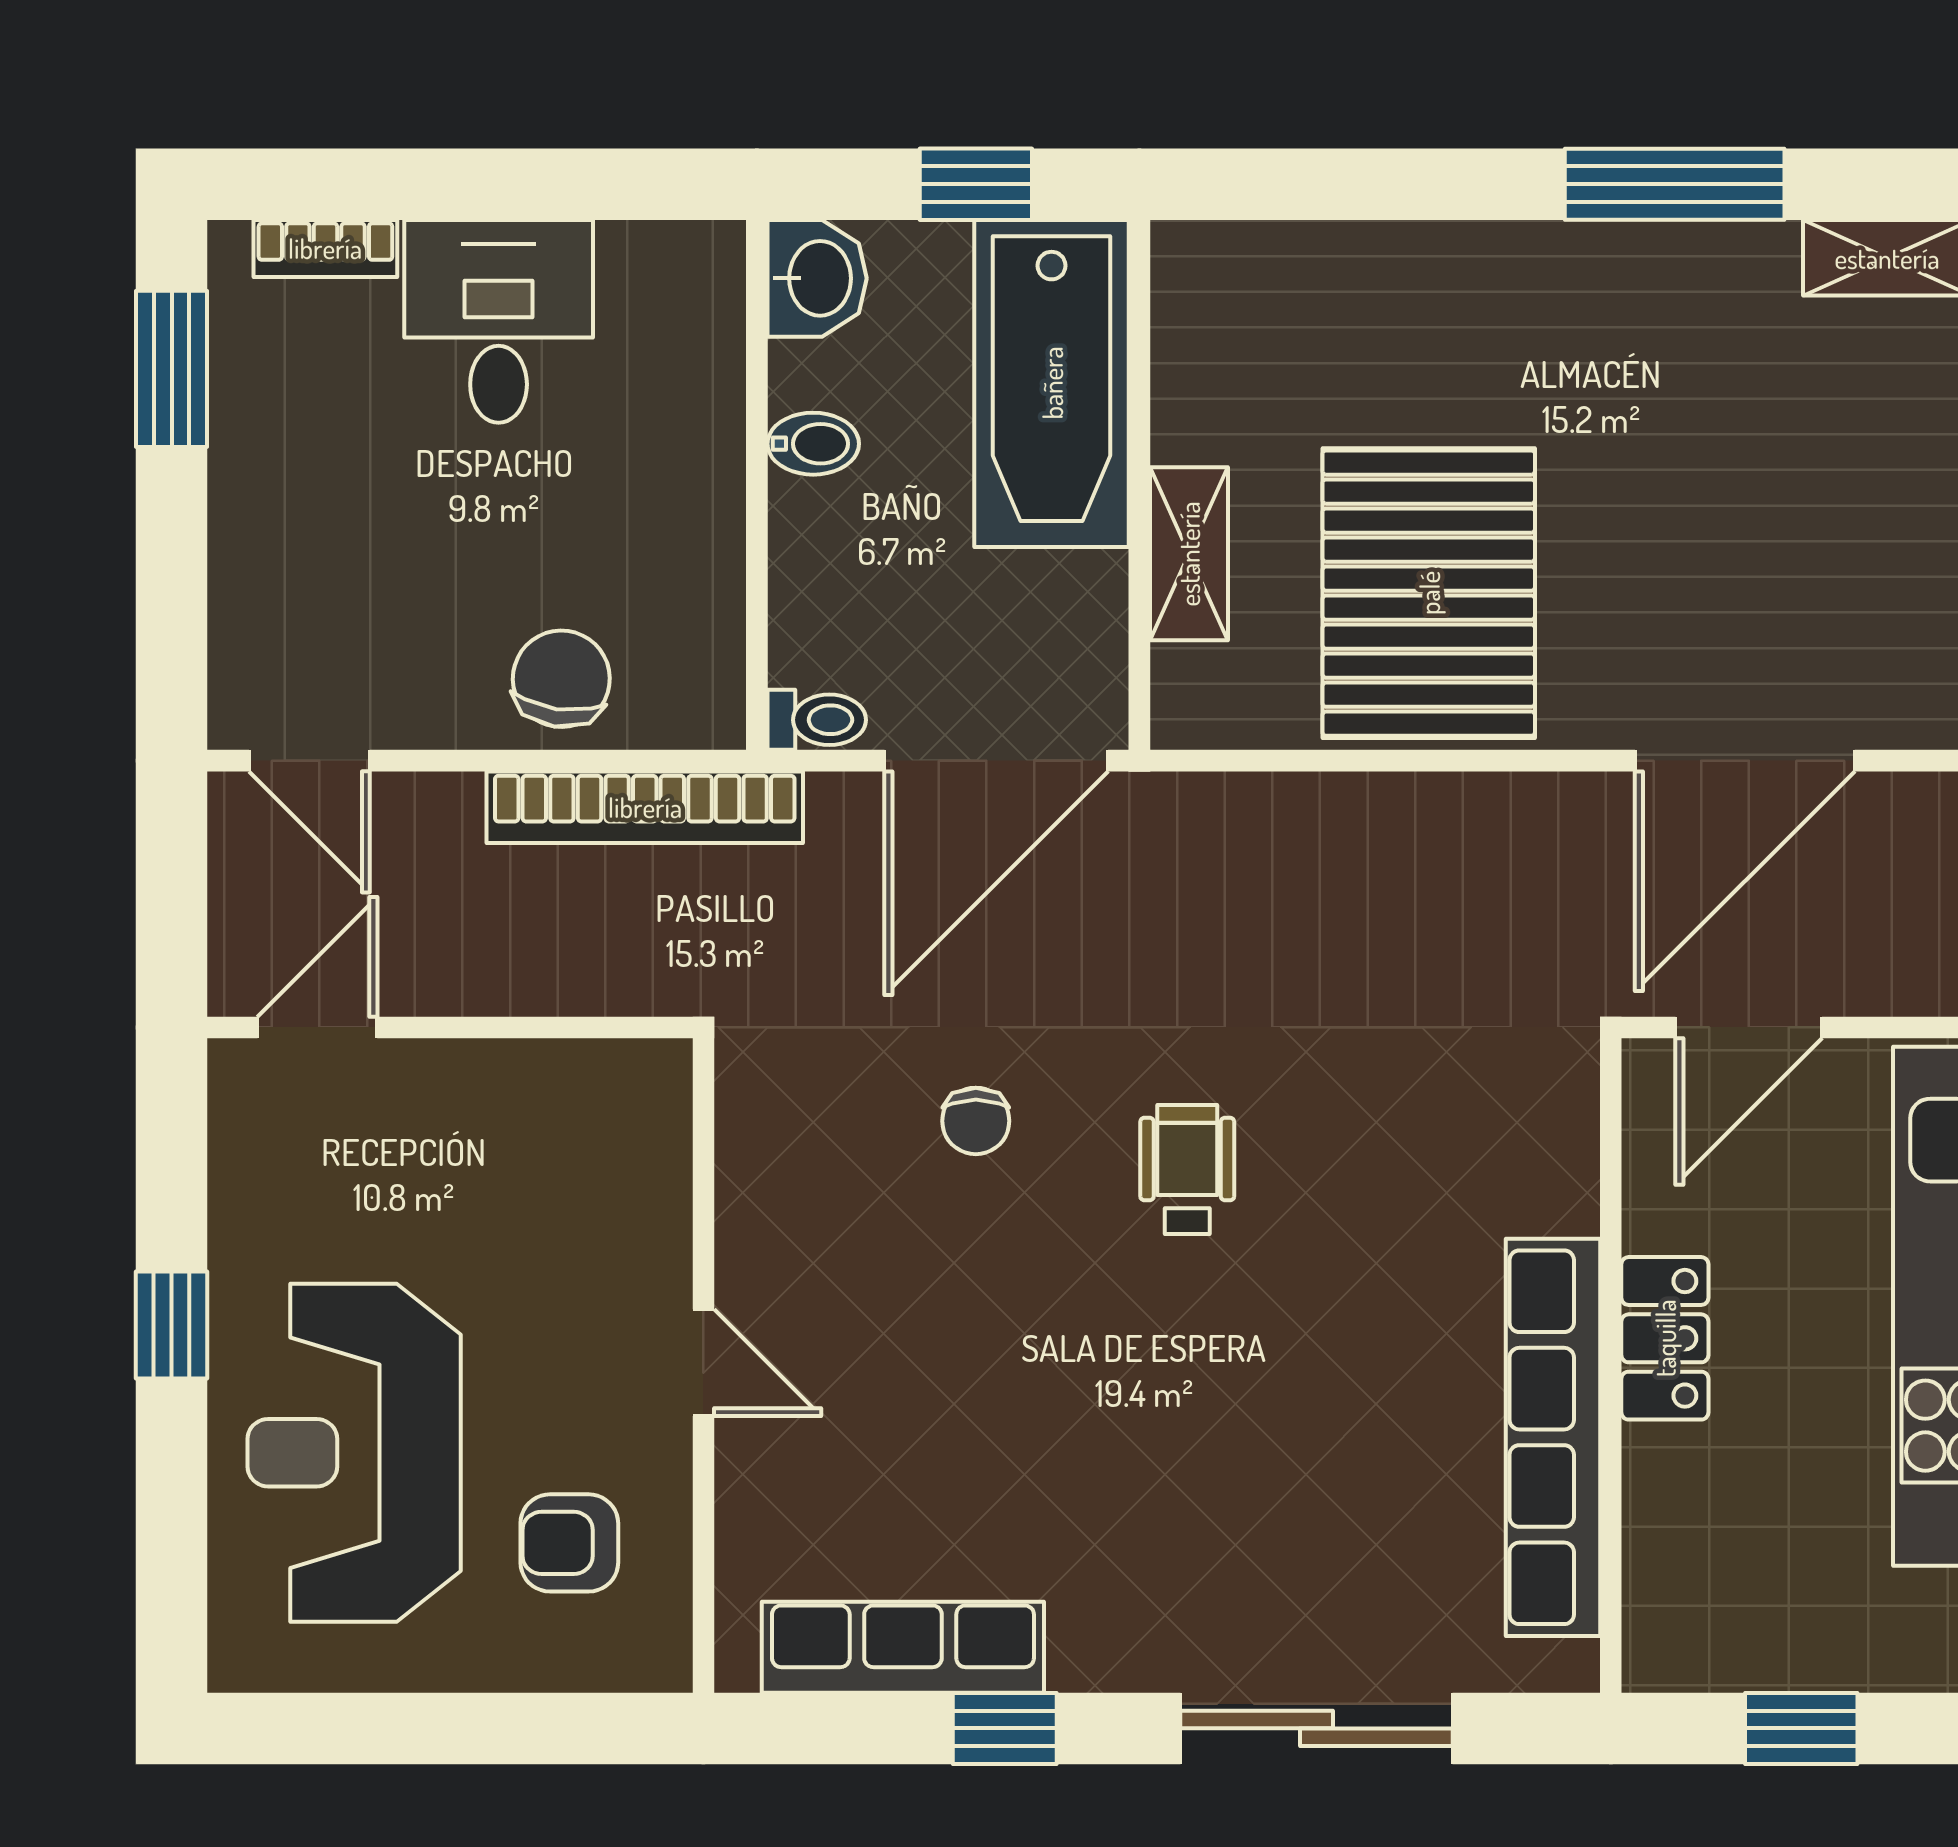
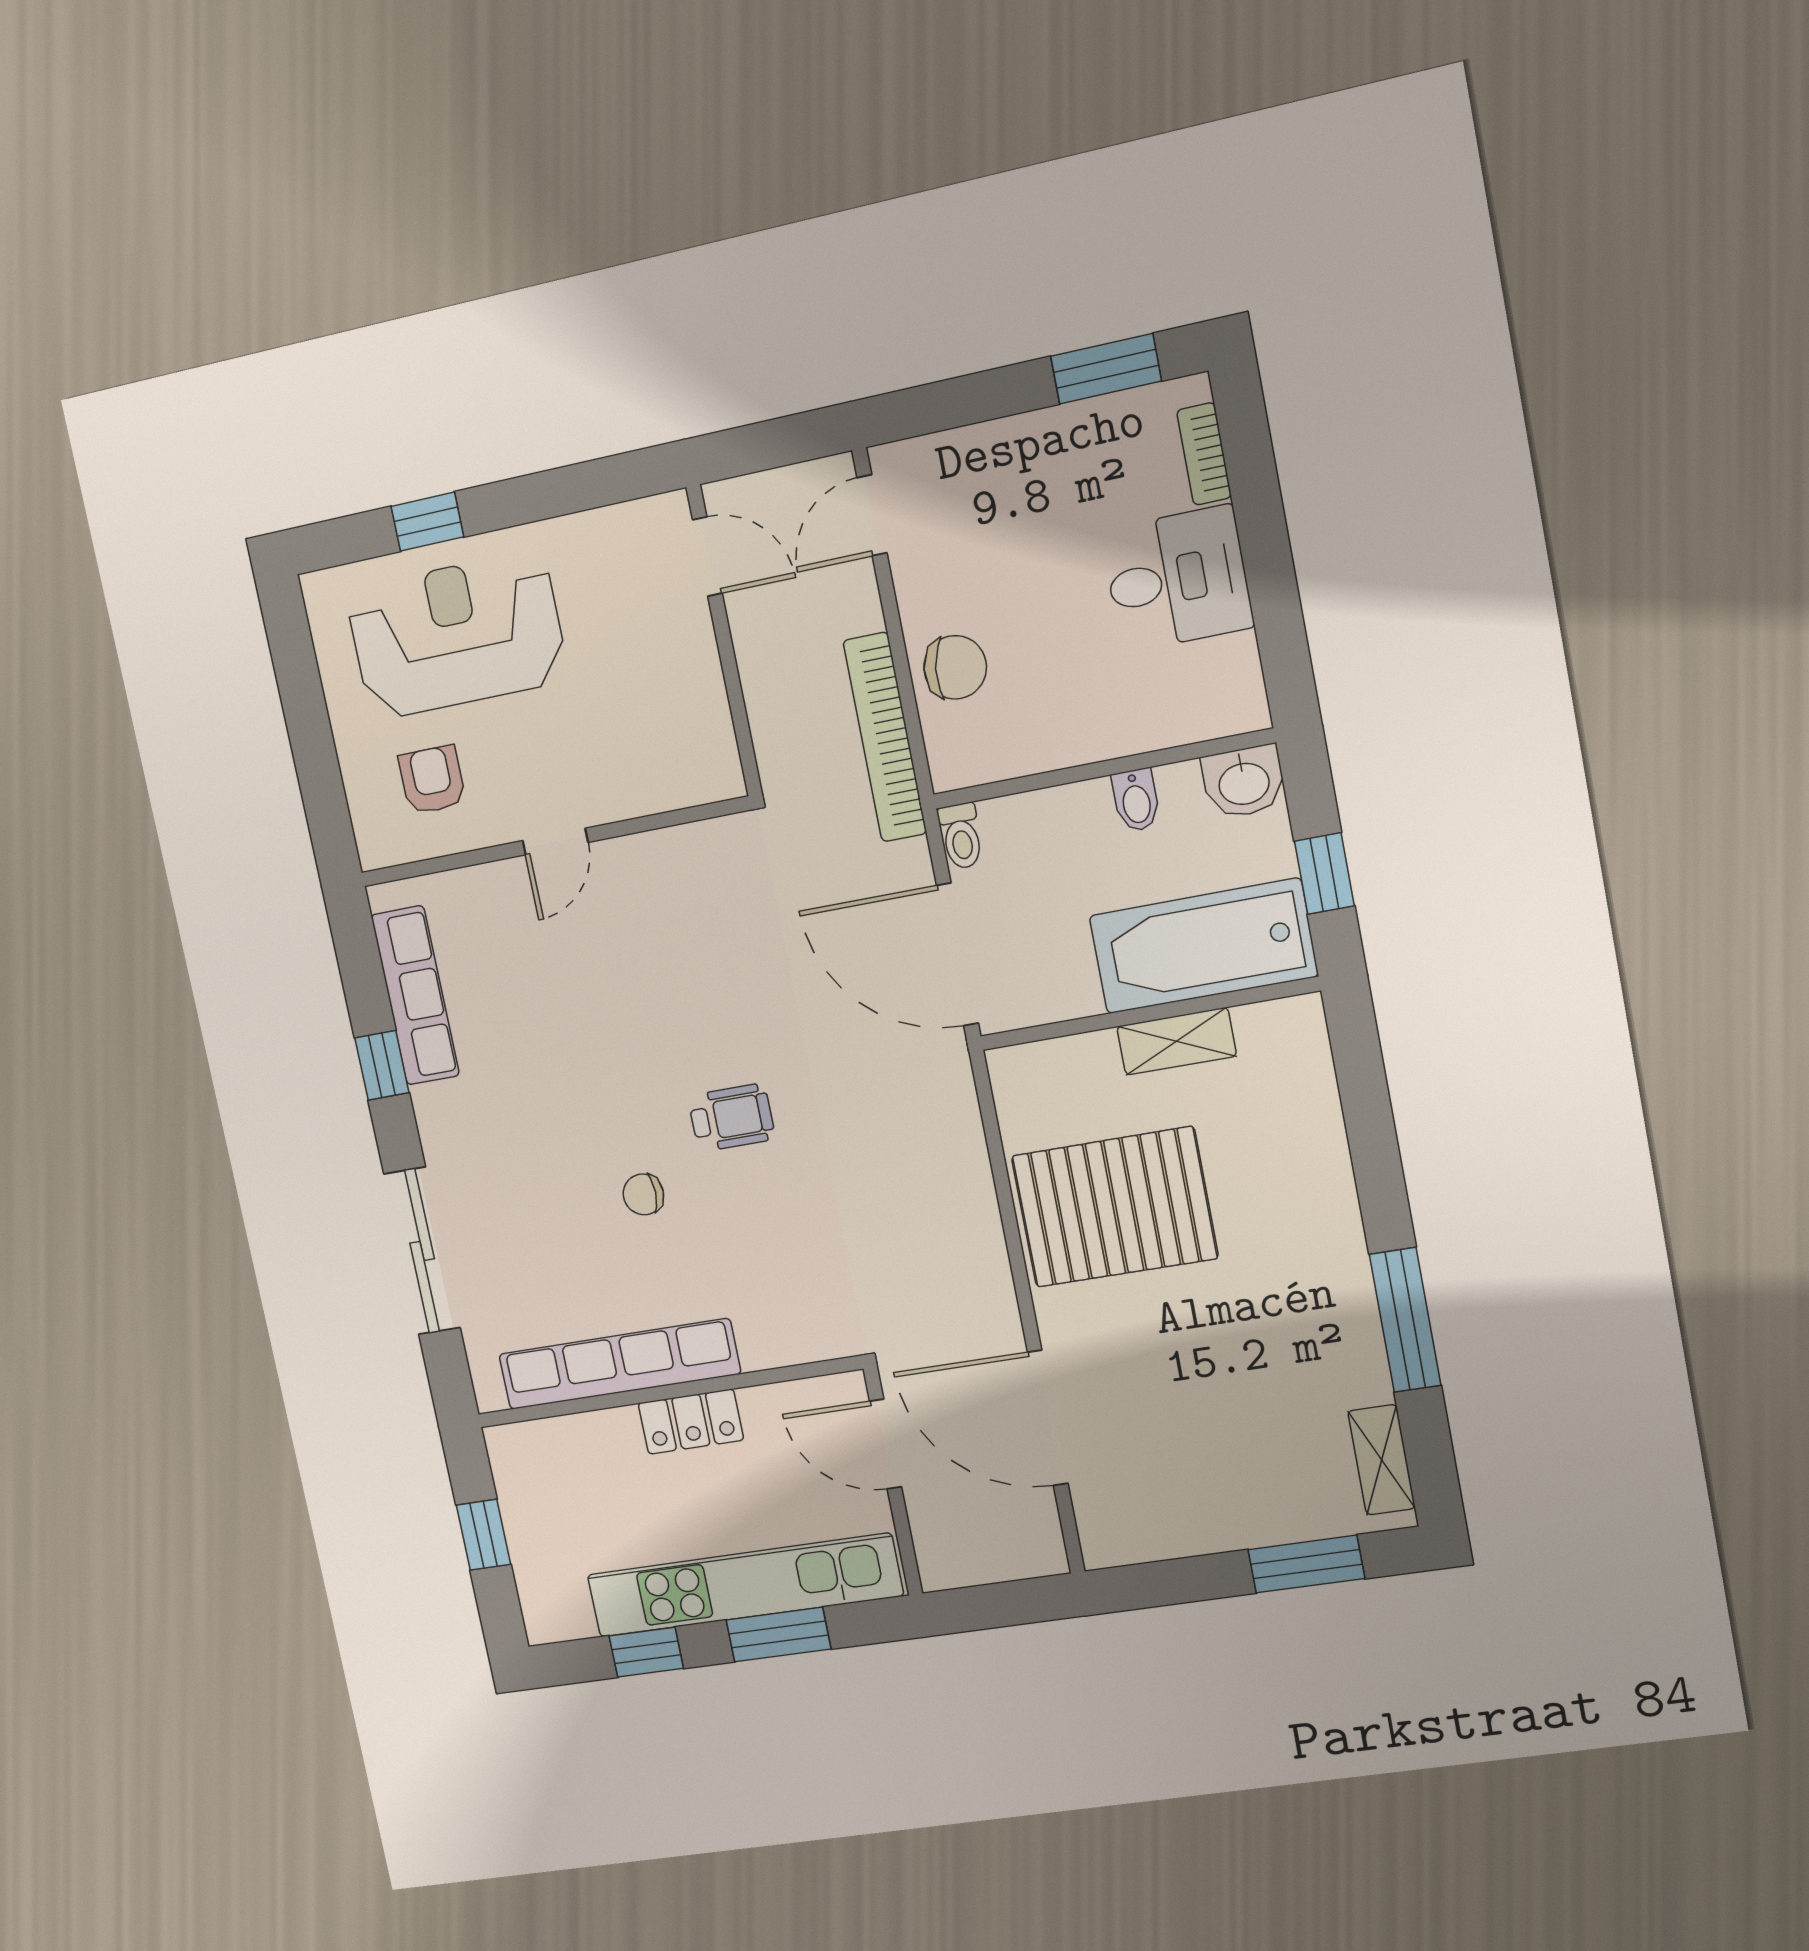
shelving: (1189, 554) -> (1177, 1041), moved
chair: (976, 1121) -> (643, 1194), moved
window: (172, 1325) -> (427, 522), moved

